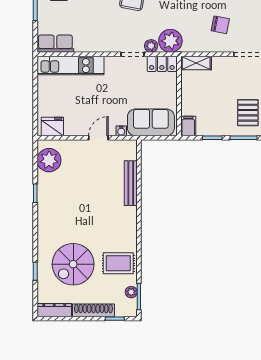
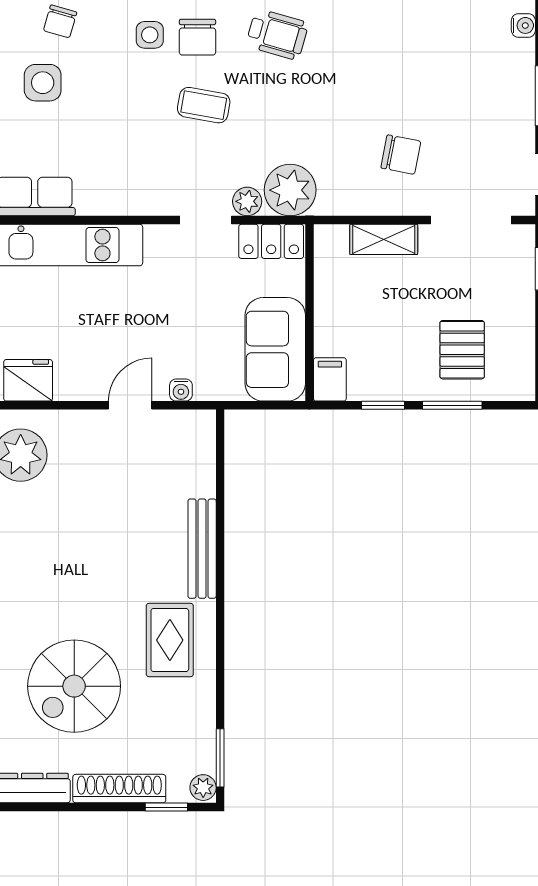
shelving: (196, 63) -> (384, 239), moved
sofa: (151, 122) -> (275, 349), moved, turned -90
bench: (131, 183) -> (202, 549), moved
rug: (118, 263) -> (170, 640), moved, turned 90
plant: (131, 292) -> (203, 788), moved

